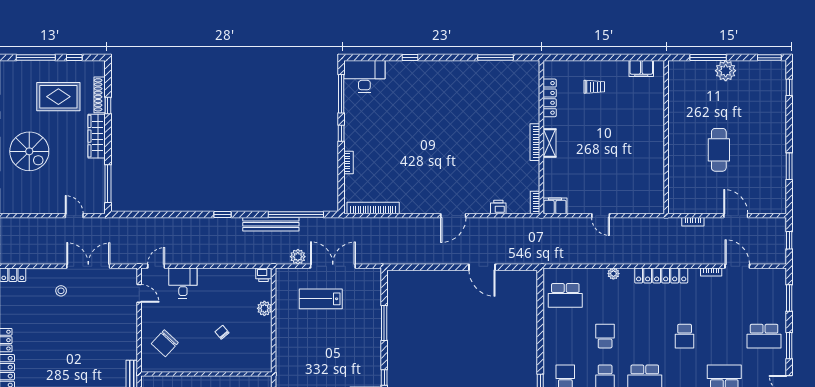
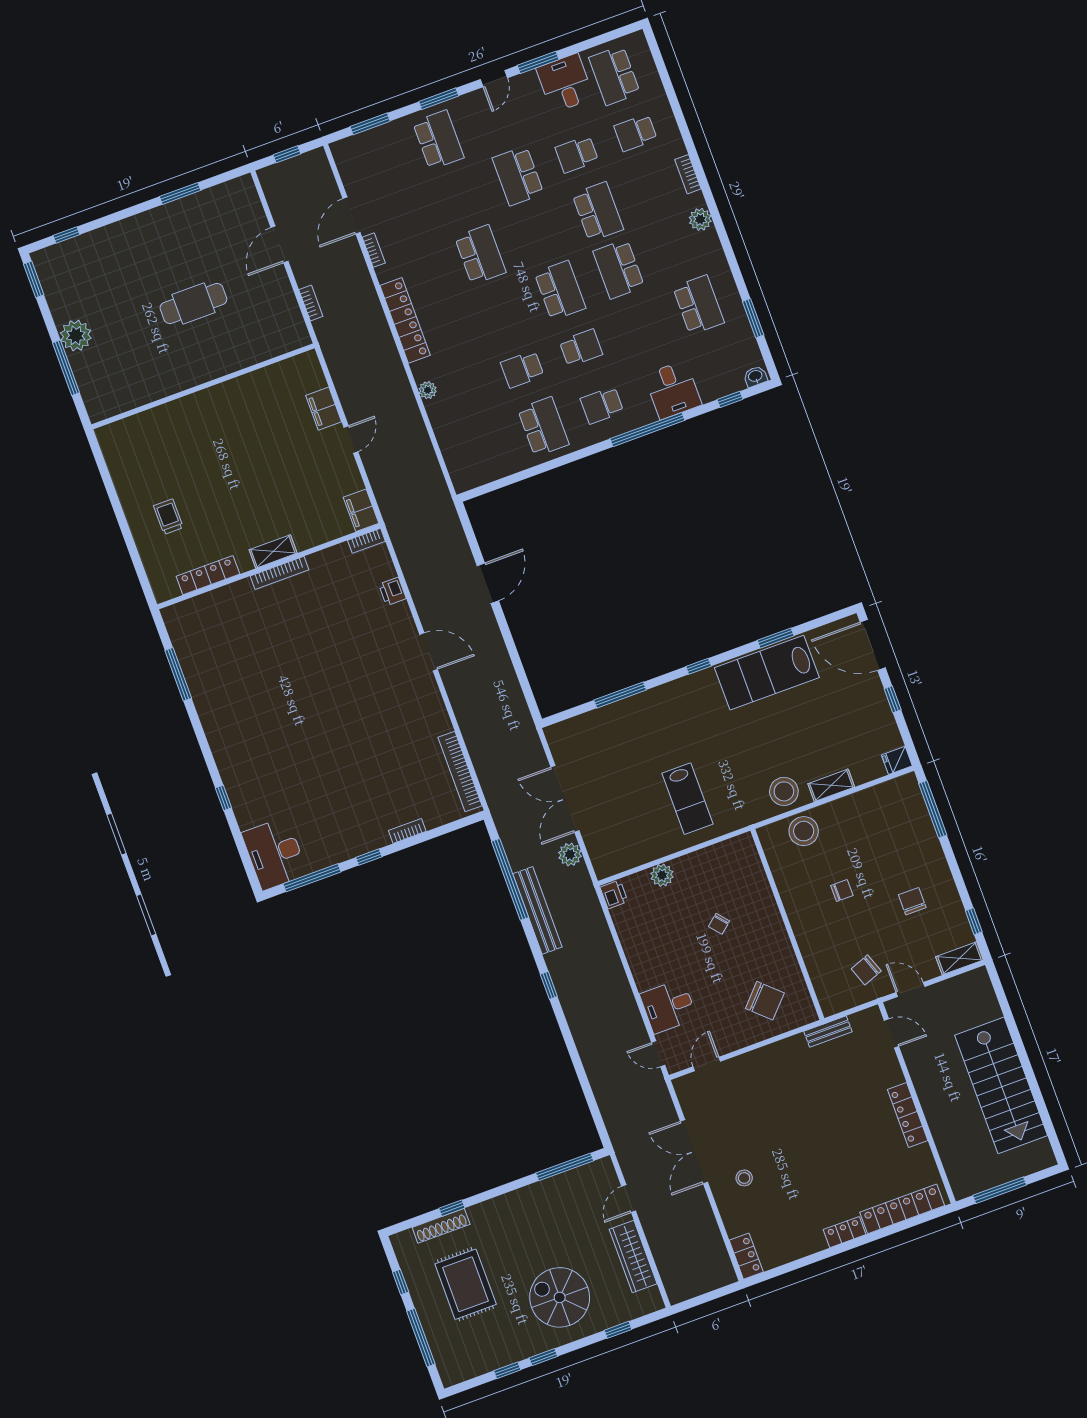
filing cabinet: (641, 68) -> (324, 409), moved, turned 180
wardrobe: (97, 136) -> (633, 1256), moved, turned 90
spiral stairs: (29, 151) -> (560, 1297), turned -90
school desk: (565, 295) -> (543, 427), moved
lab bench: (321, 299) -> (687, 799), moved
school desk: (685, 336) -> (480, 255), width x1.85

